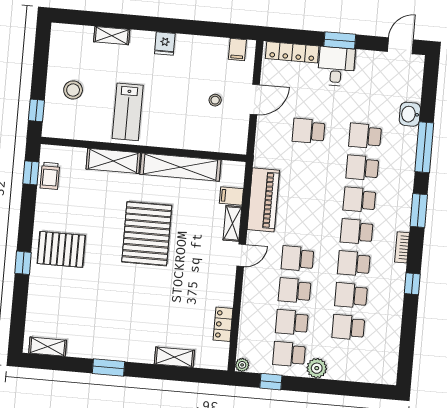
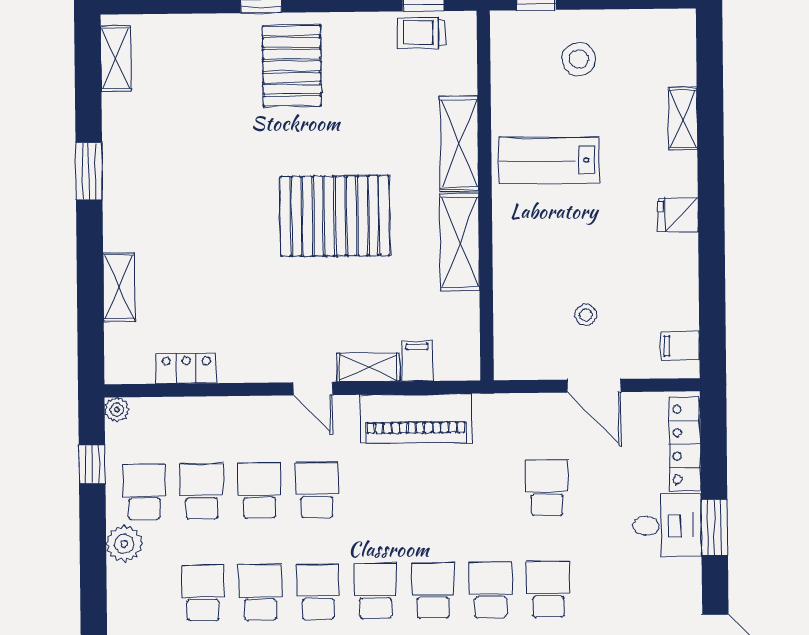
shelving: (180, 167) -> (460, 242), width x0.68

